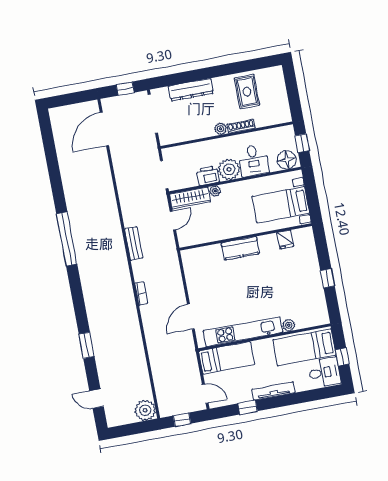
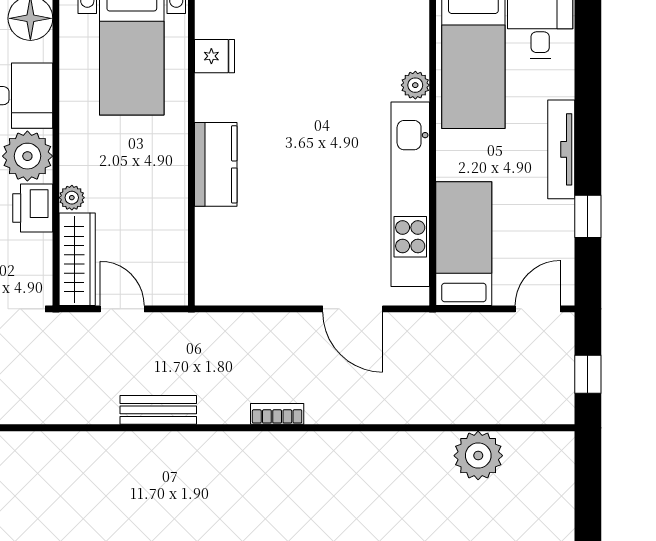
plant: (145, 410) -> (478, 456), moved

